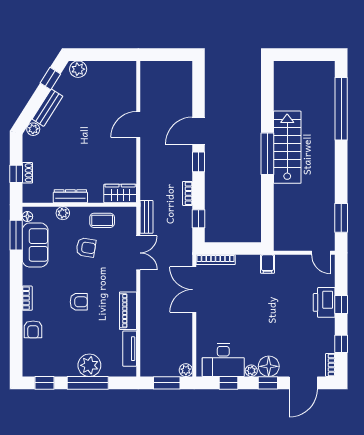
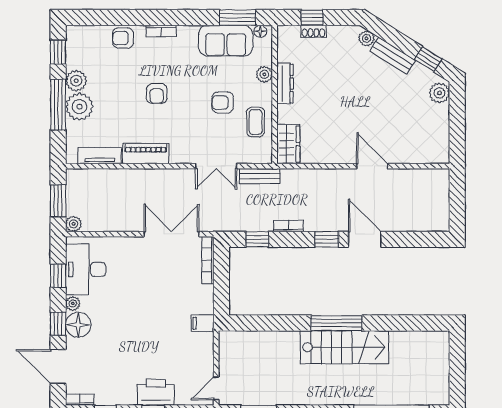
armchair: (86, 247) -> (223, 102), turned 81
plant: (68, 368) -> (76, 81), added

